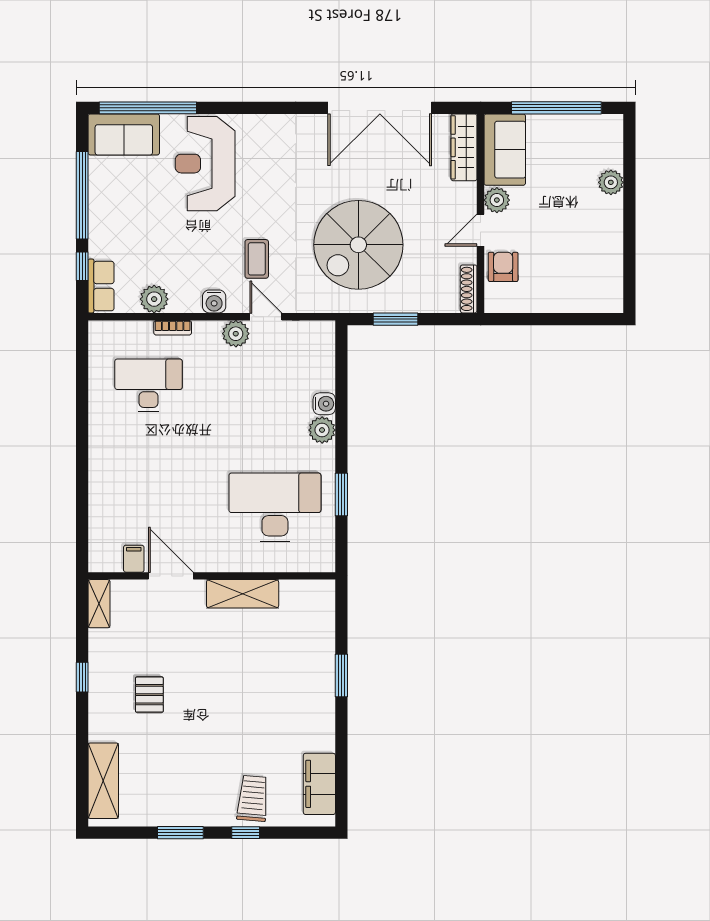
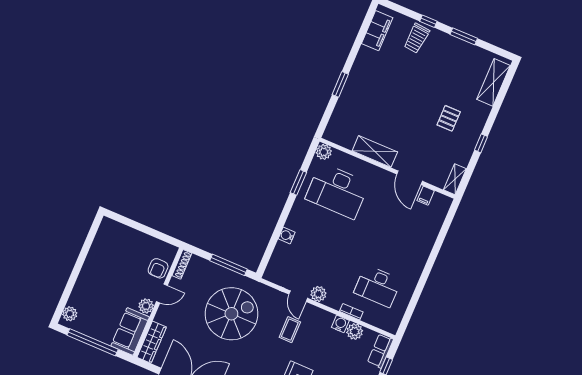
plant: (611, 182) -> (70, 314), moved
water cooler: (214, 301) -> (340, 324), moved
window: (395, 319) -> (229, 265), width x1.44
plant: (322, 430) -> (324, 152), moved

